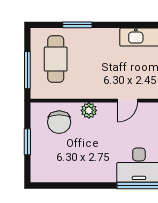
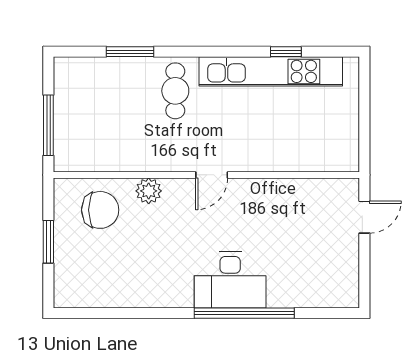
cafe table: (56, 59) -> (175, 91), moved, width x0.73, depth x0.74
chair: (59, 122) -> (100, 210), turned -90

